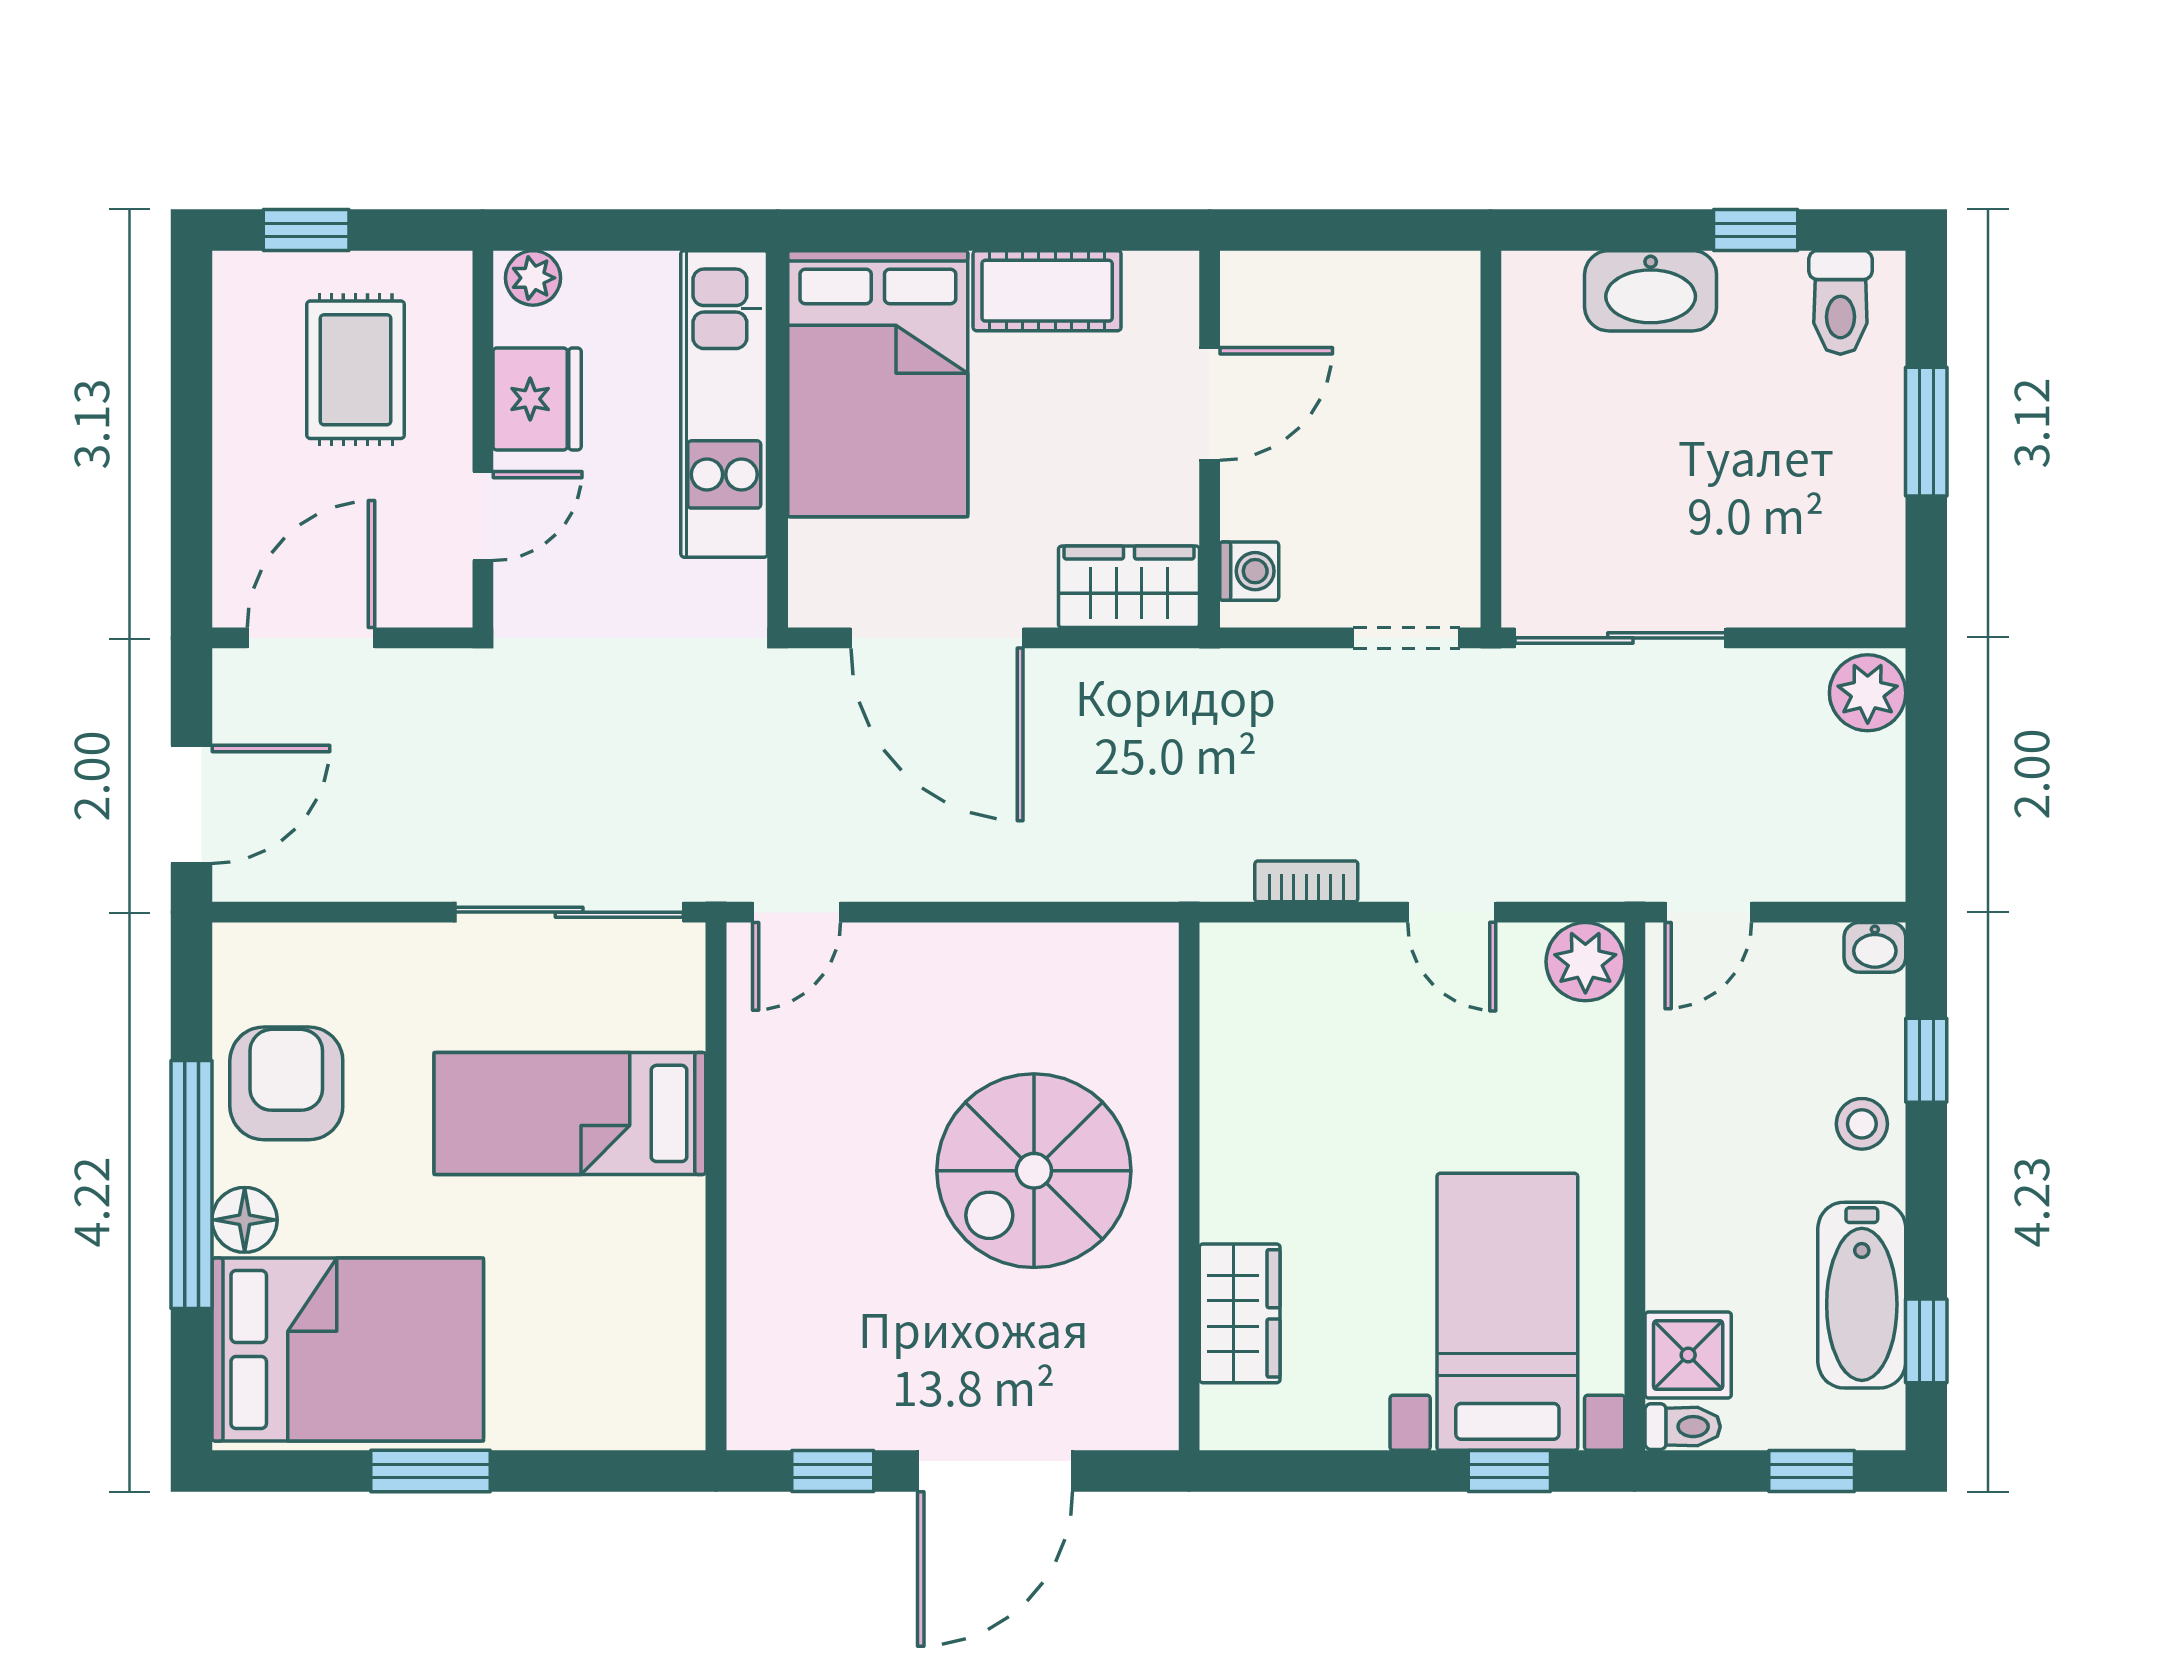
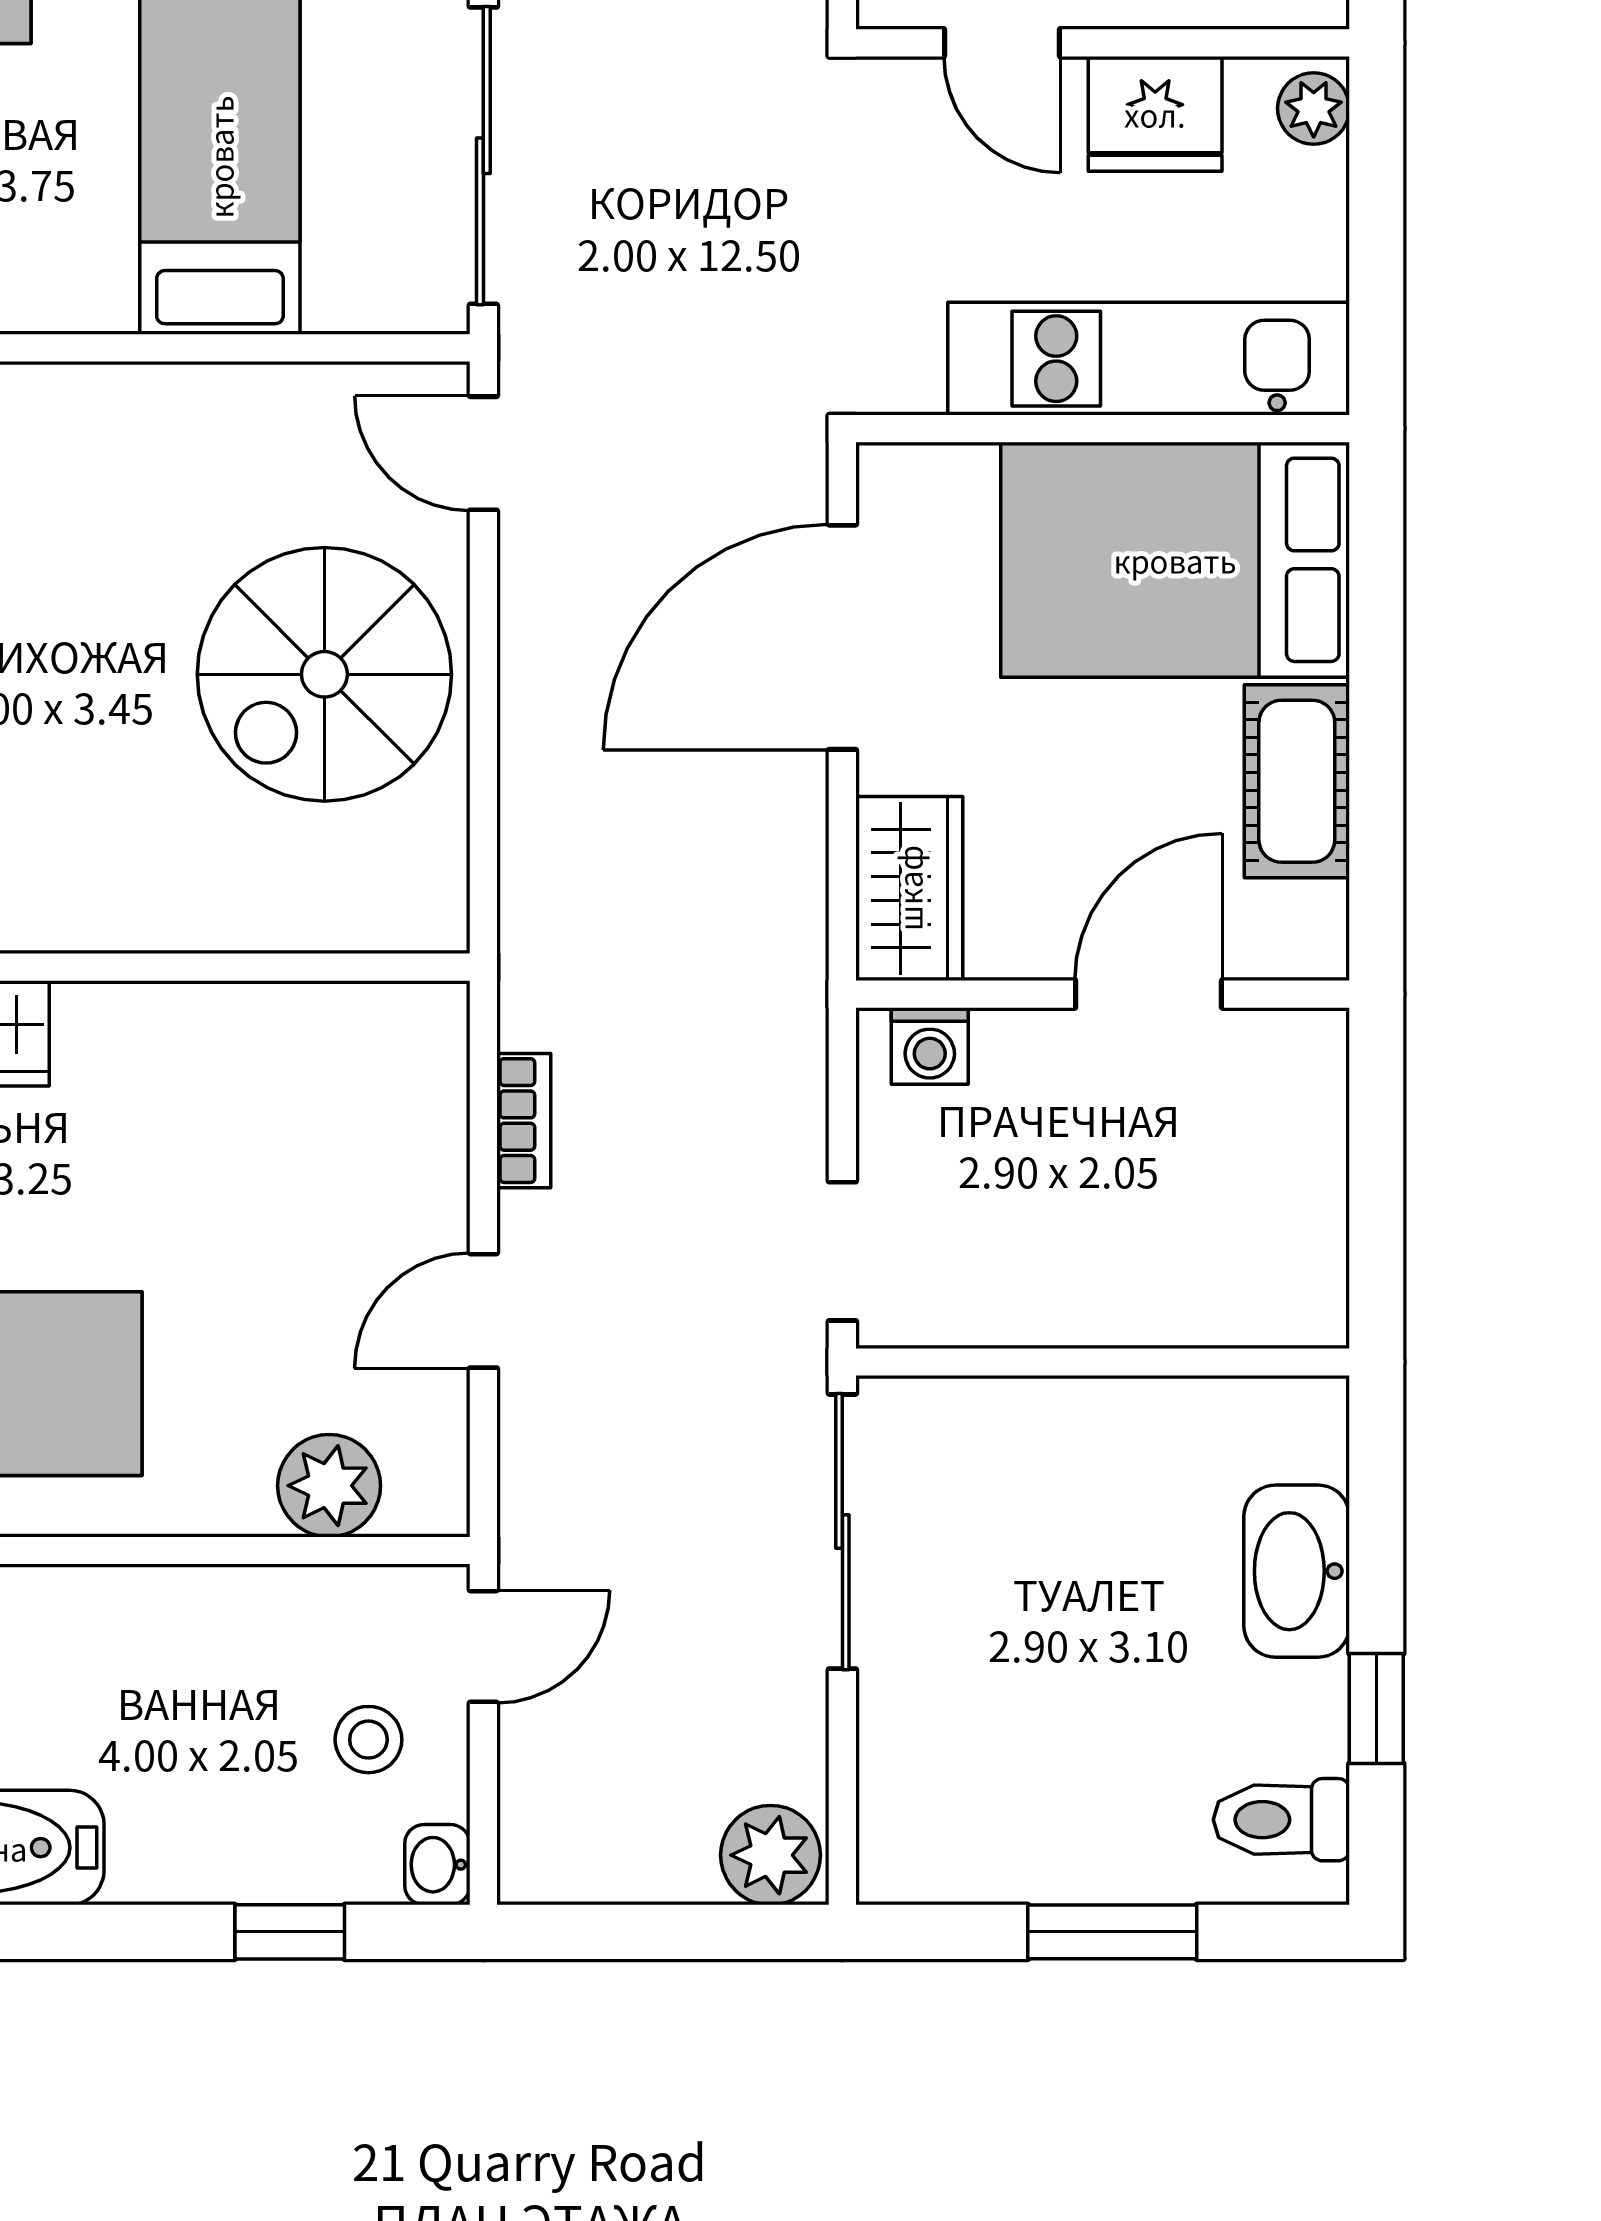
door: (1210, 404) -> (1149, 994), swing flipped
door: (1708, 912) -> (483, 1647), swing flipped
plant: (1585, 962) -> (329, 1486), moved
stool: (1862, 1124) -> (368, 1740), moved
spiral stairs: (1034, 1171) -> (324, 674), moved, turned -90

